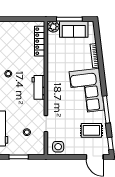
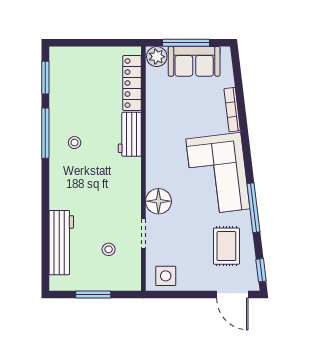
workbench: (38, 87) -> (130, 134), moved
floor lamp: (54, 106) -> (158, 201), added
rug: (91, 130) -> (226, 246), turned 90

